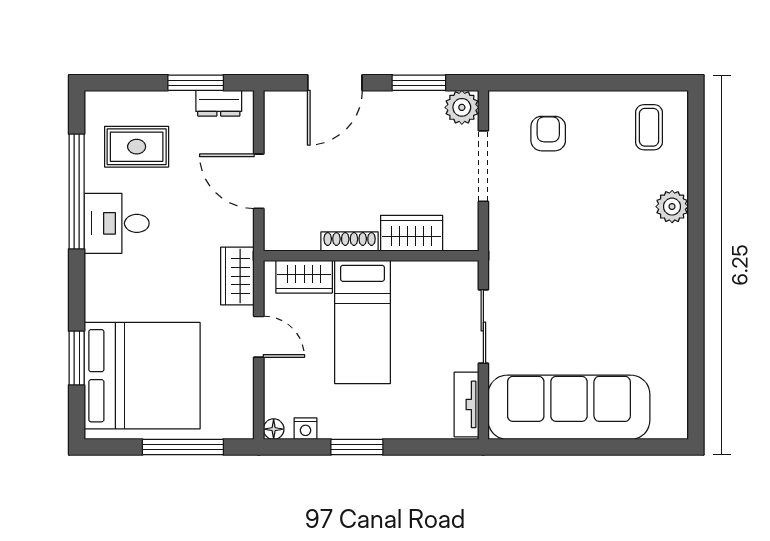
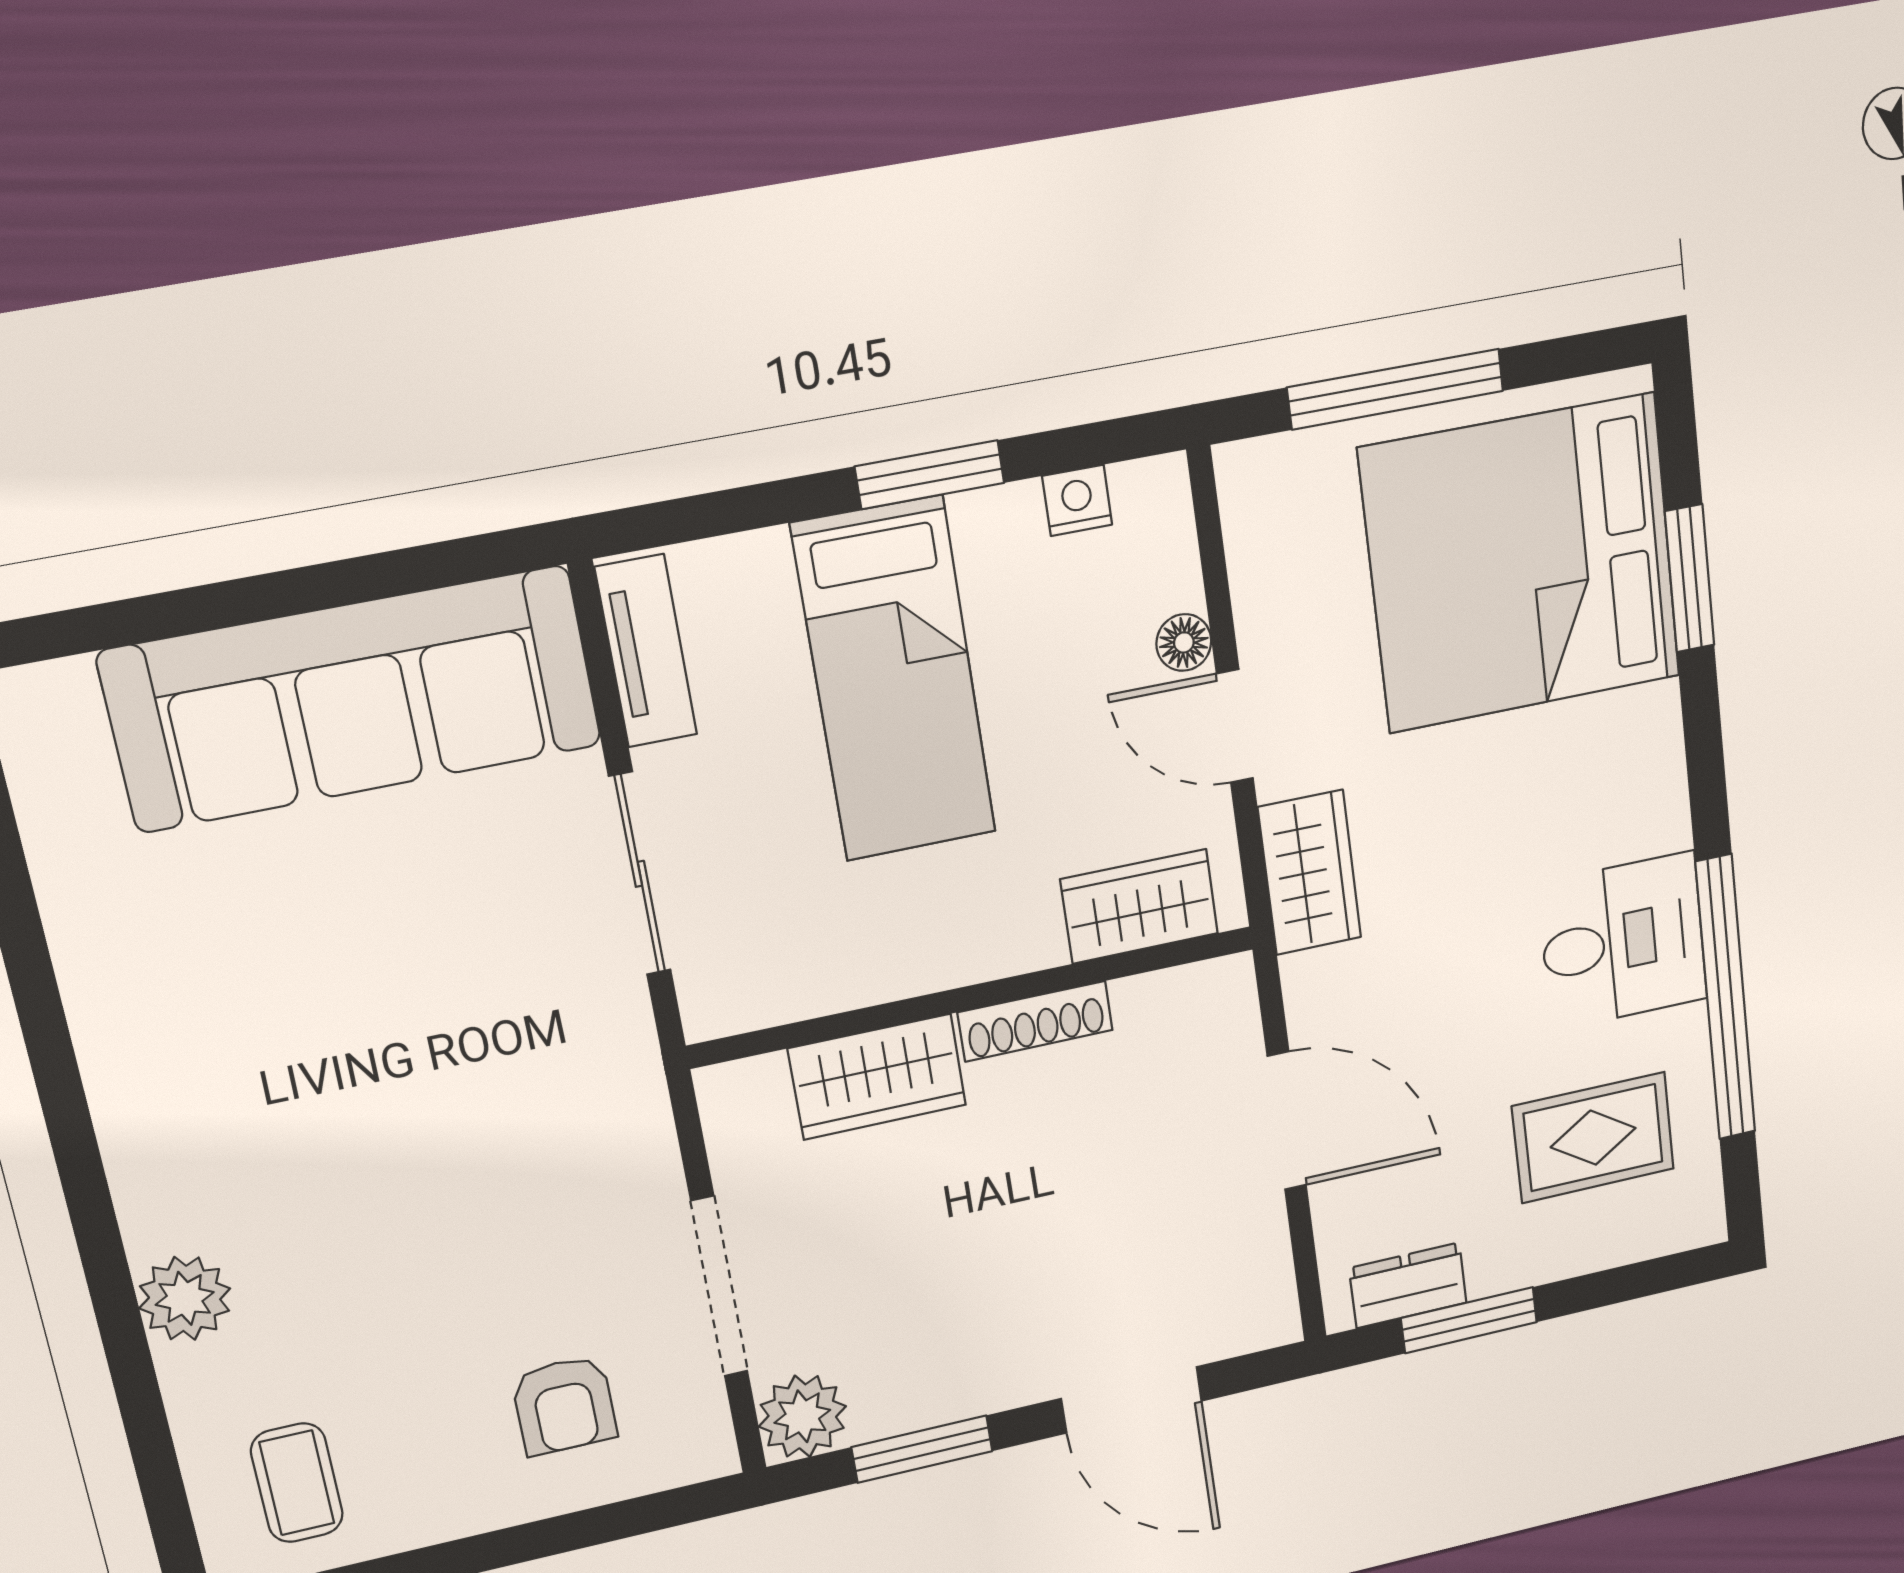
door: (335, 83) -> (1132, 1400), swing flipped
bed: (362, 322) -> (894, 680), moved, turned 180
floor lamp: (274, 429) -> (1184, 642), moved

